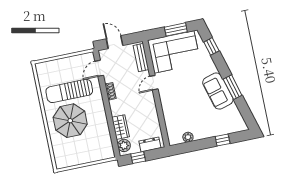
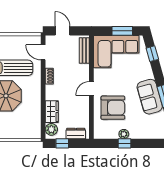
door: (99, 68) -> (43, 52), hinge flipped
door: (154, 83) -> (91, 88), moved
armchair: (182, 110) -> (113, 108), added
plant: (188, 137) -> (124, 134), moved
window: (223, 140) -> (125, 143), moved

